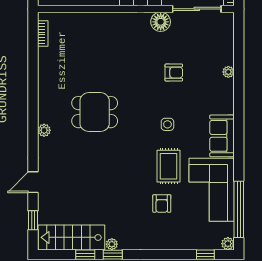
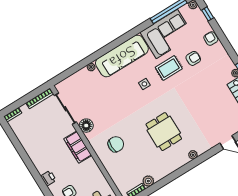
chair: (115, 44) -> (116, 144), added
plant: (46, 56) -> (148, 181), added
armchair: (174, 73) -> (211, 39), moved
sofa: (222, 136) -> (122, 56), width x1.85, depth x1.27

